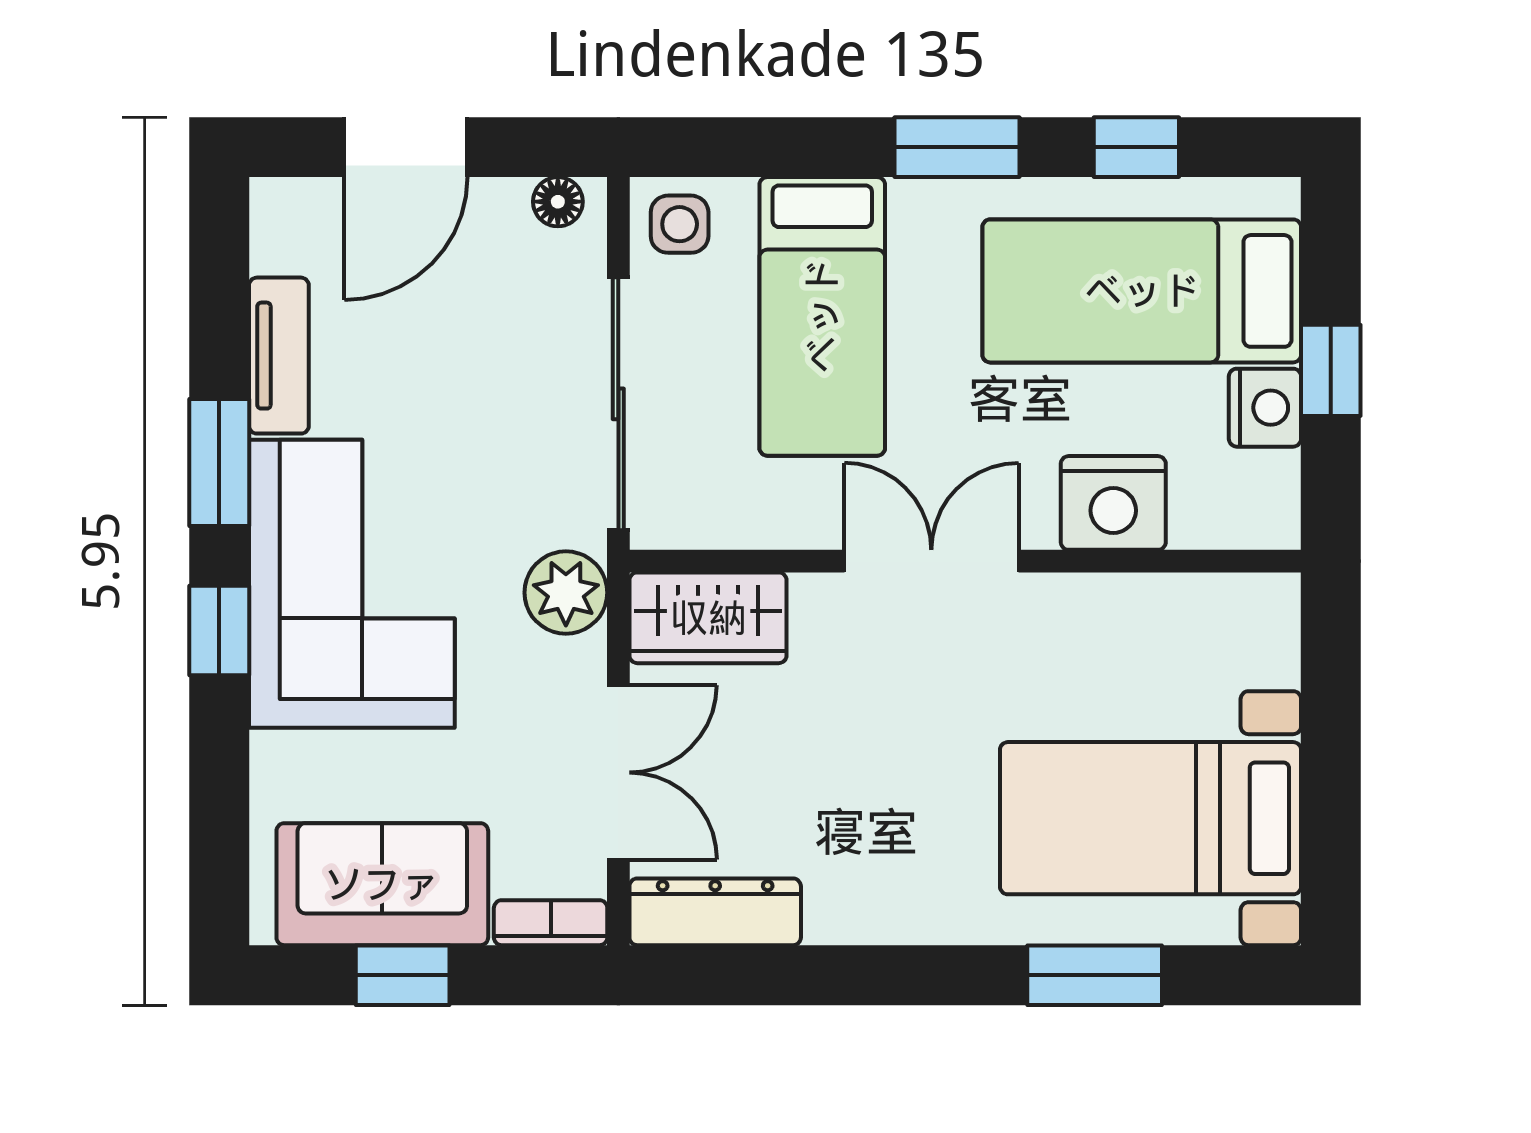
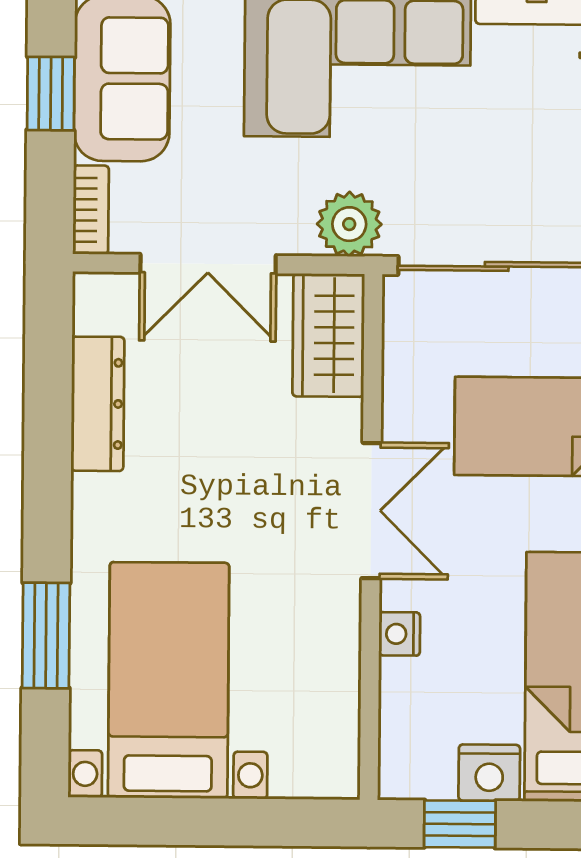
window: (1331, 370) -> (460, 824), moved
nightstand: (1113, 503) -> (400, 634), width x0.53, depth x0.56
dresser: (715, 912) -> (98, 404), moved

